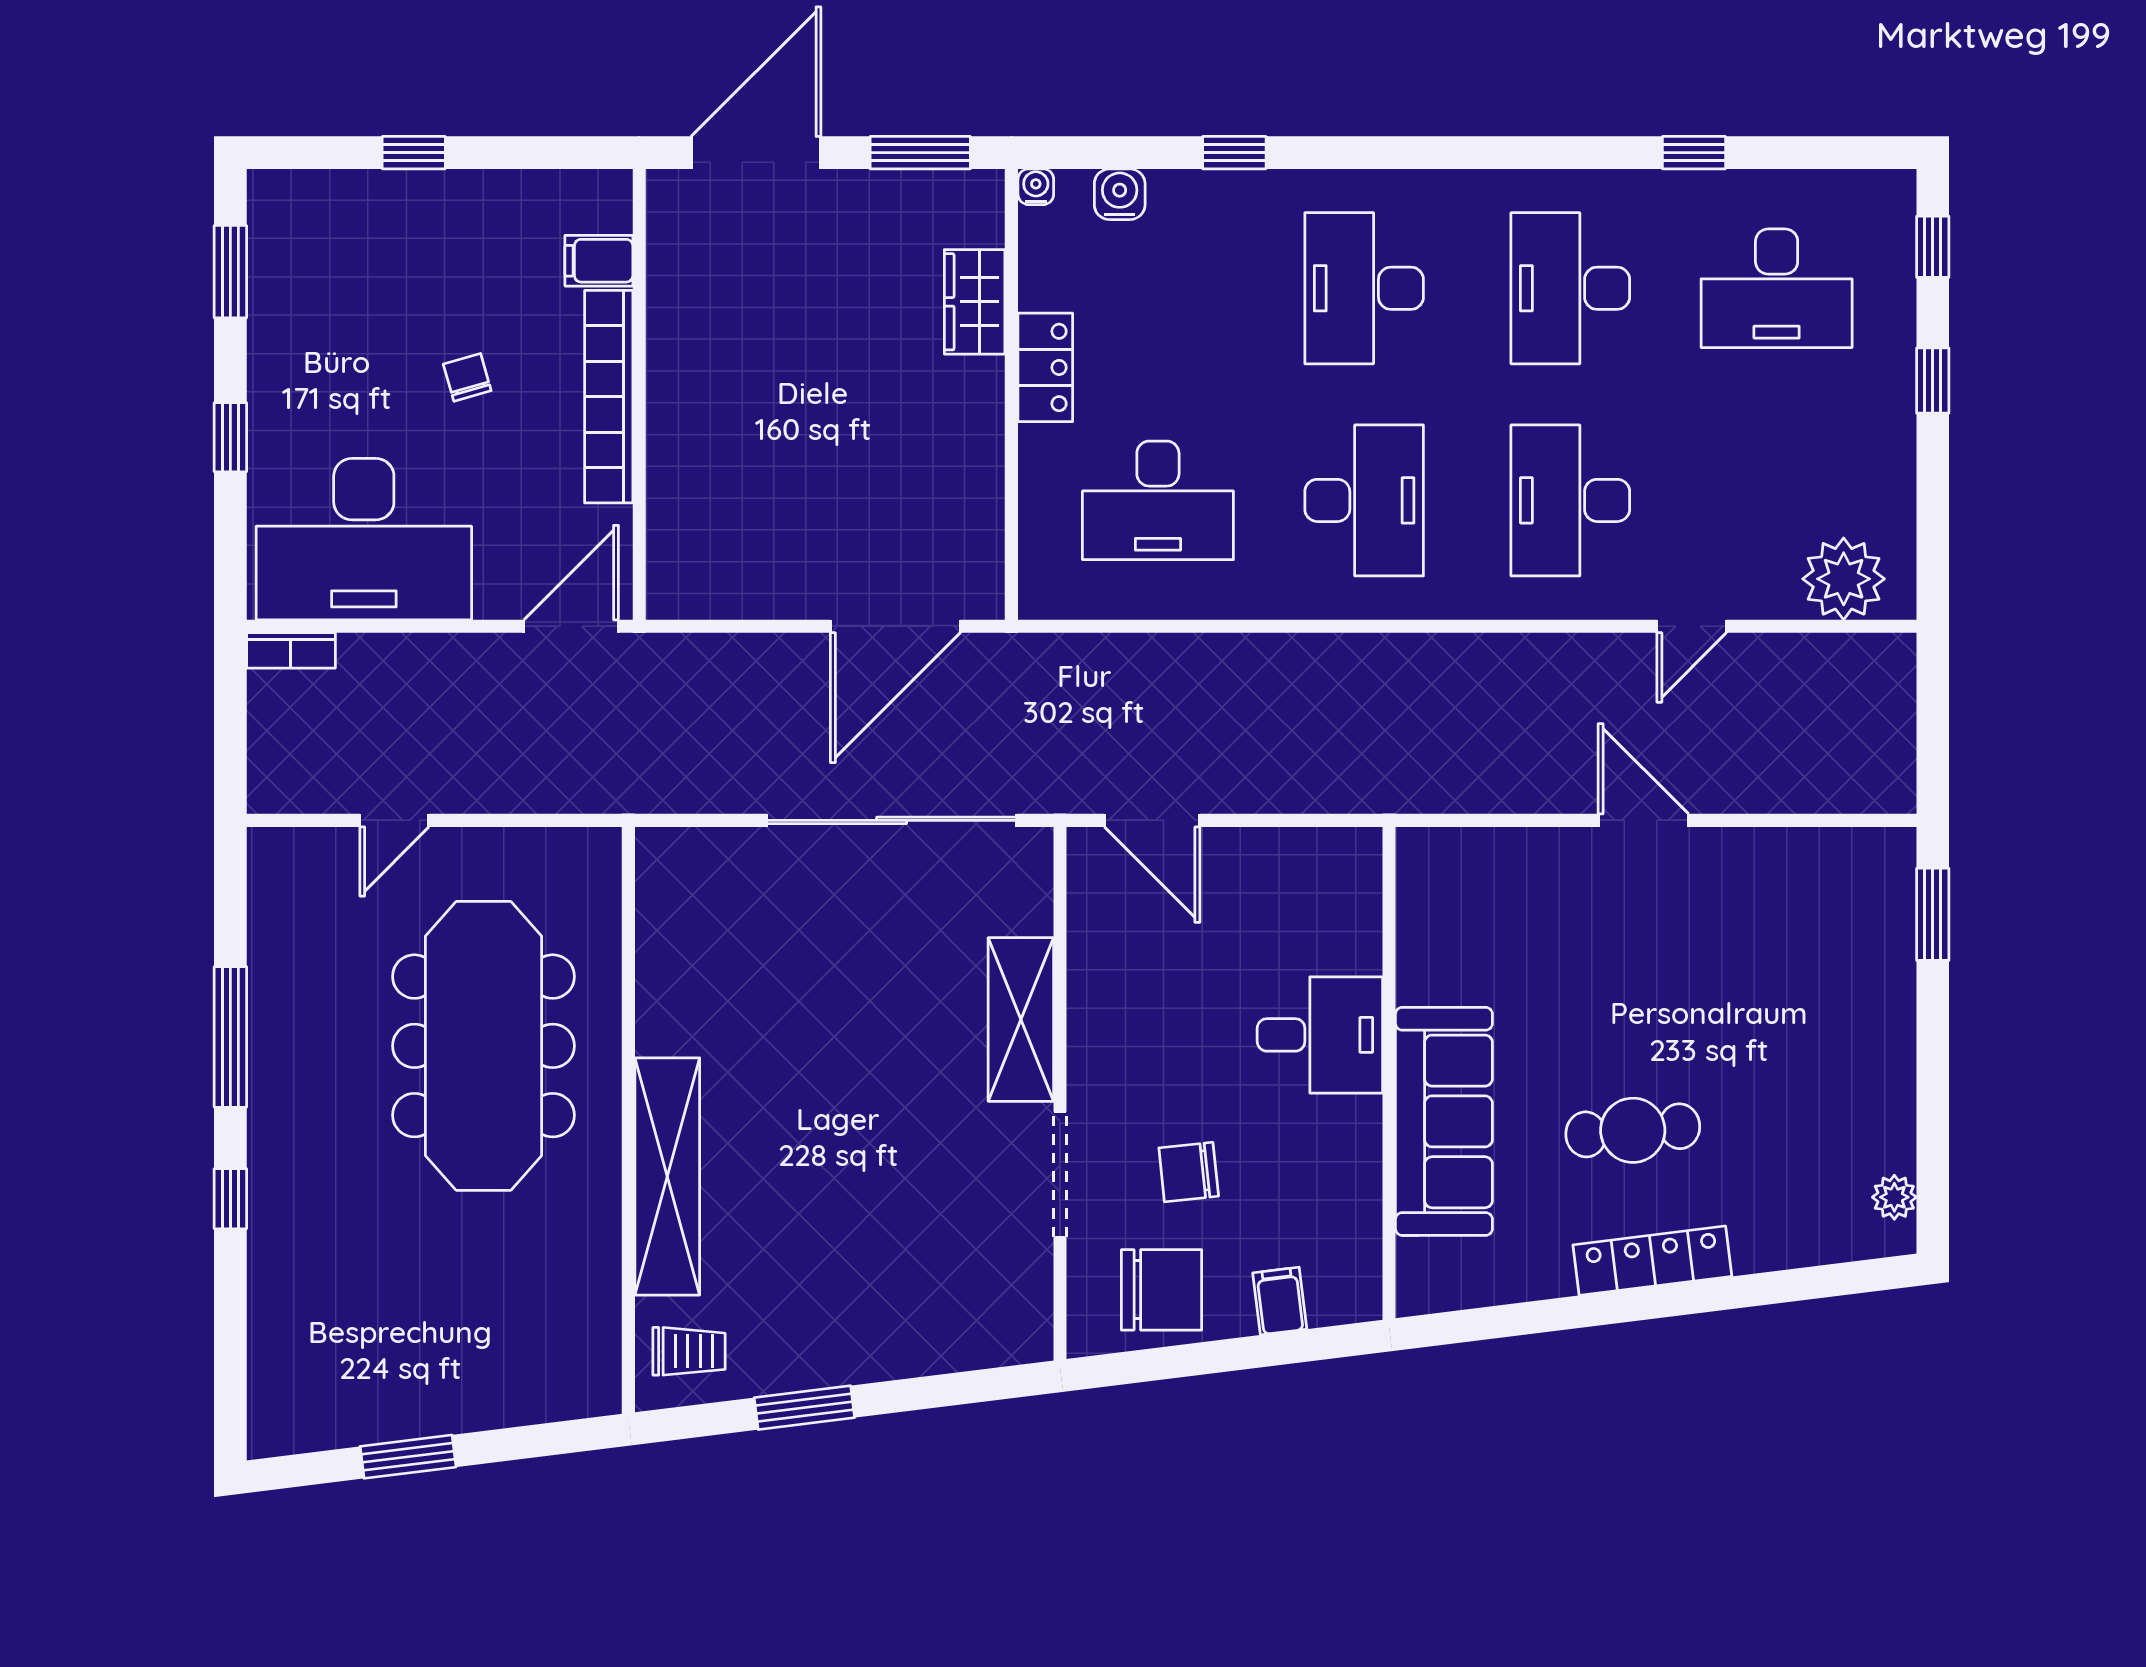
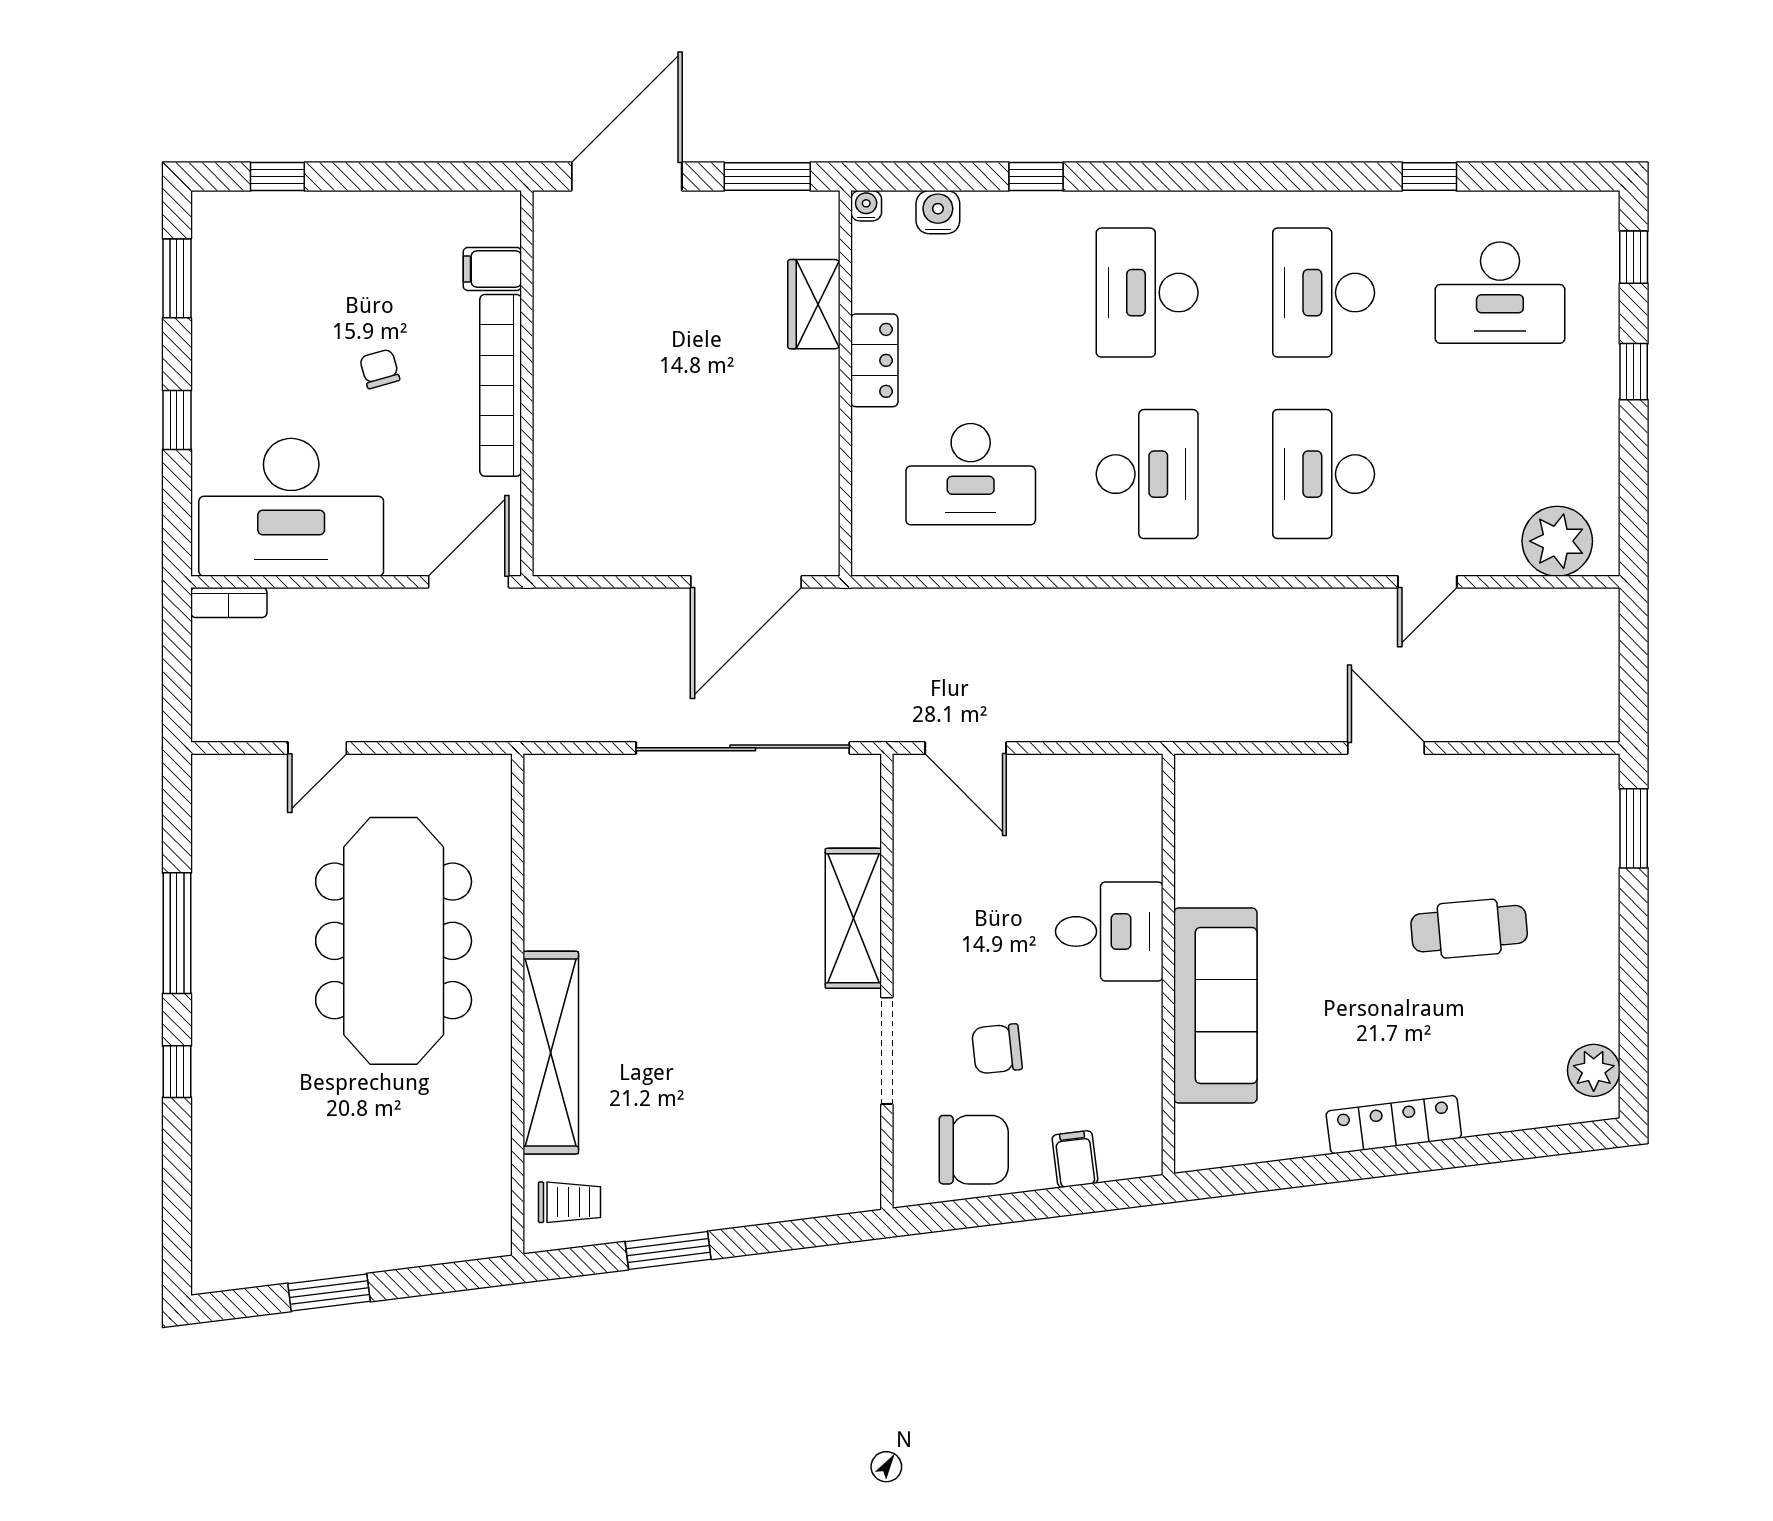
window: (414, 153) -> (277, 177), moved
cafe table: (1633, 1130) -> (1469, 929), moved
plant: (1894, 1197) -> (1594, 1070), width x1.38, depth x1.38

